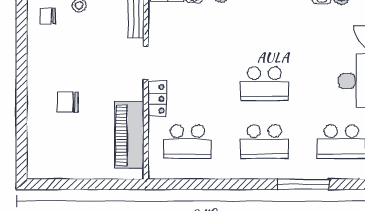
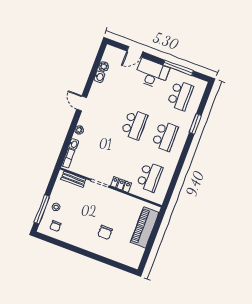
piano: (129, 135) -> (145, 227), moved, turned 90
window: (303, 184) -> (195, 124), width x0.69

